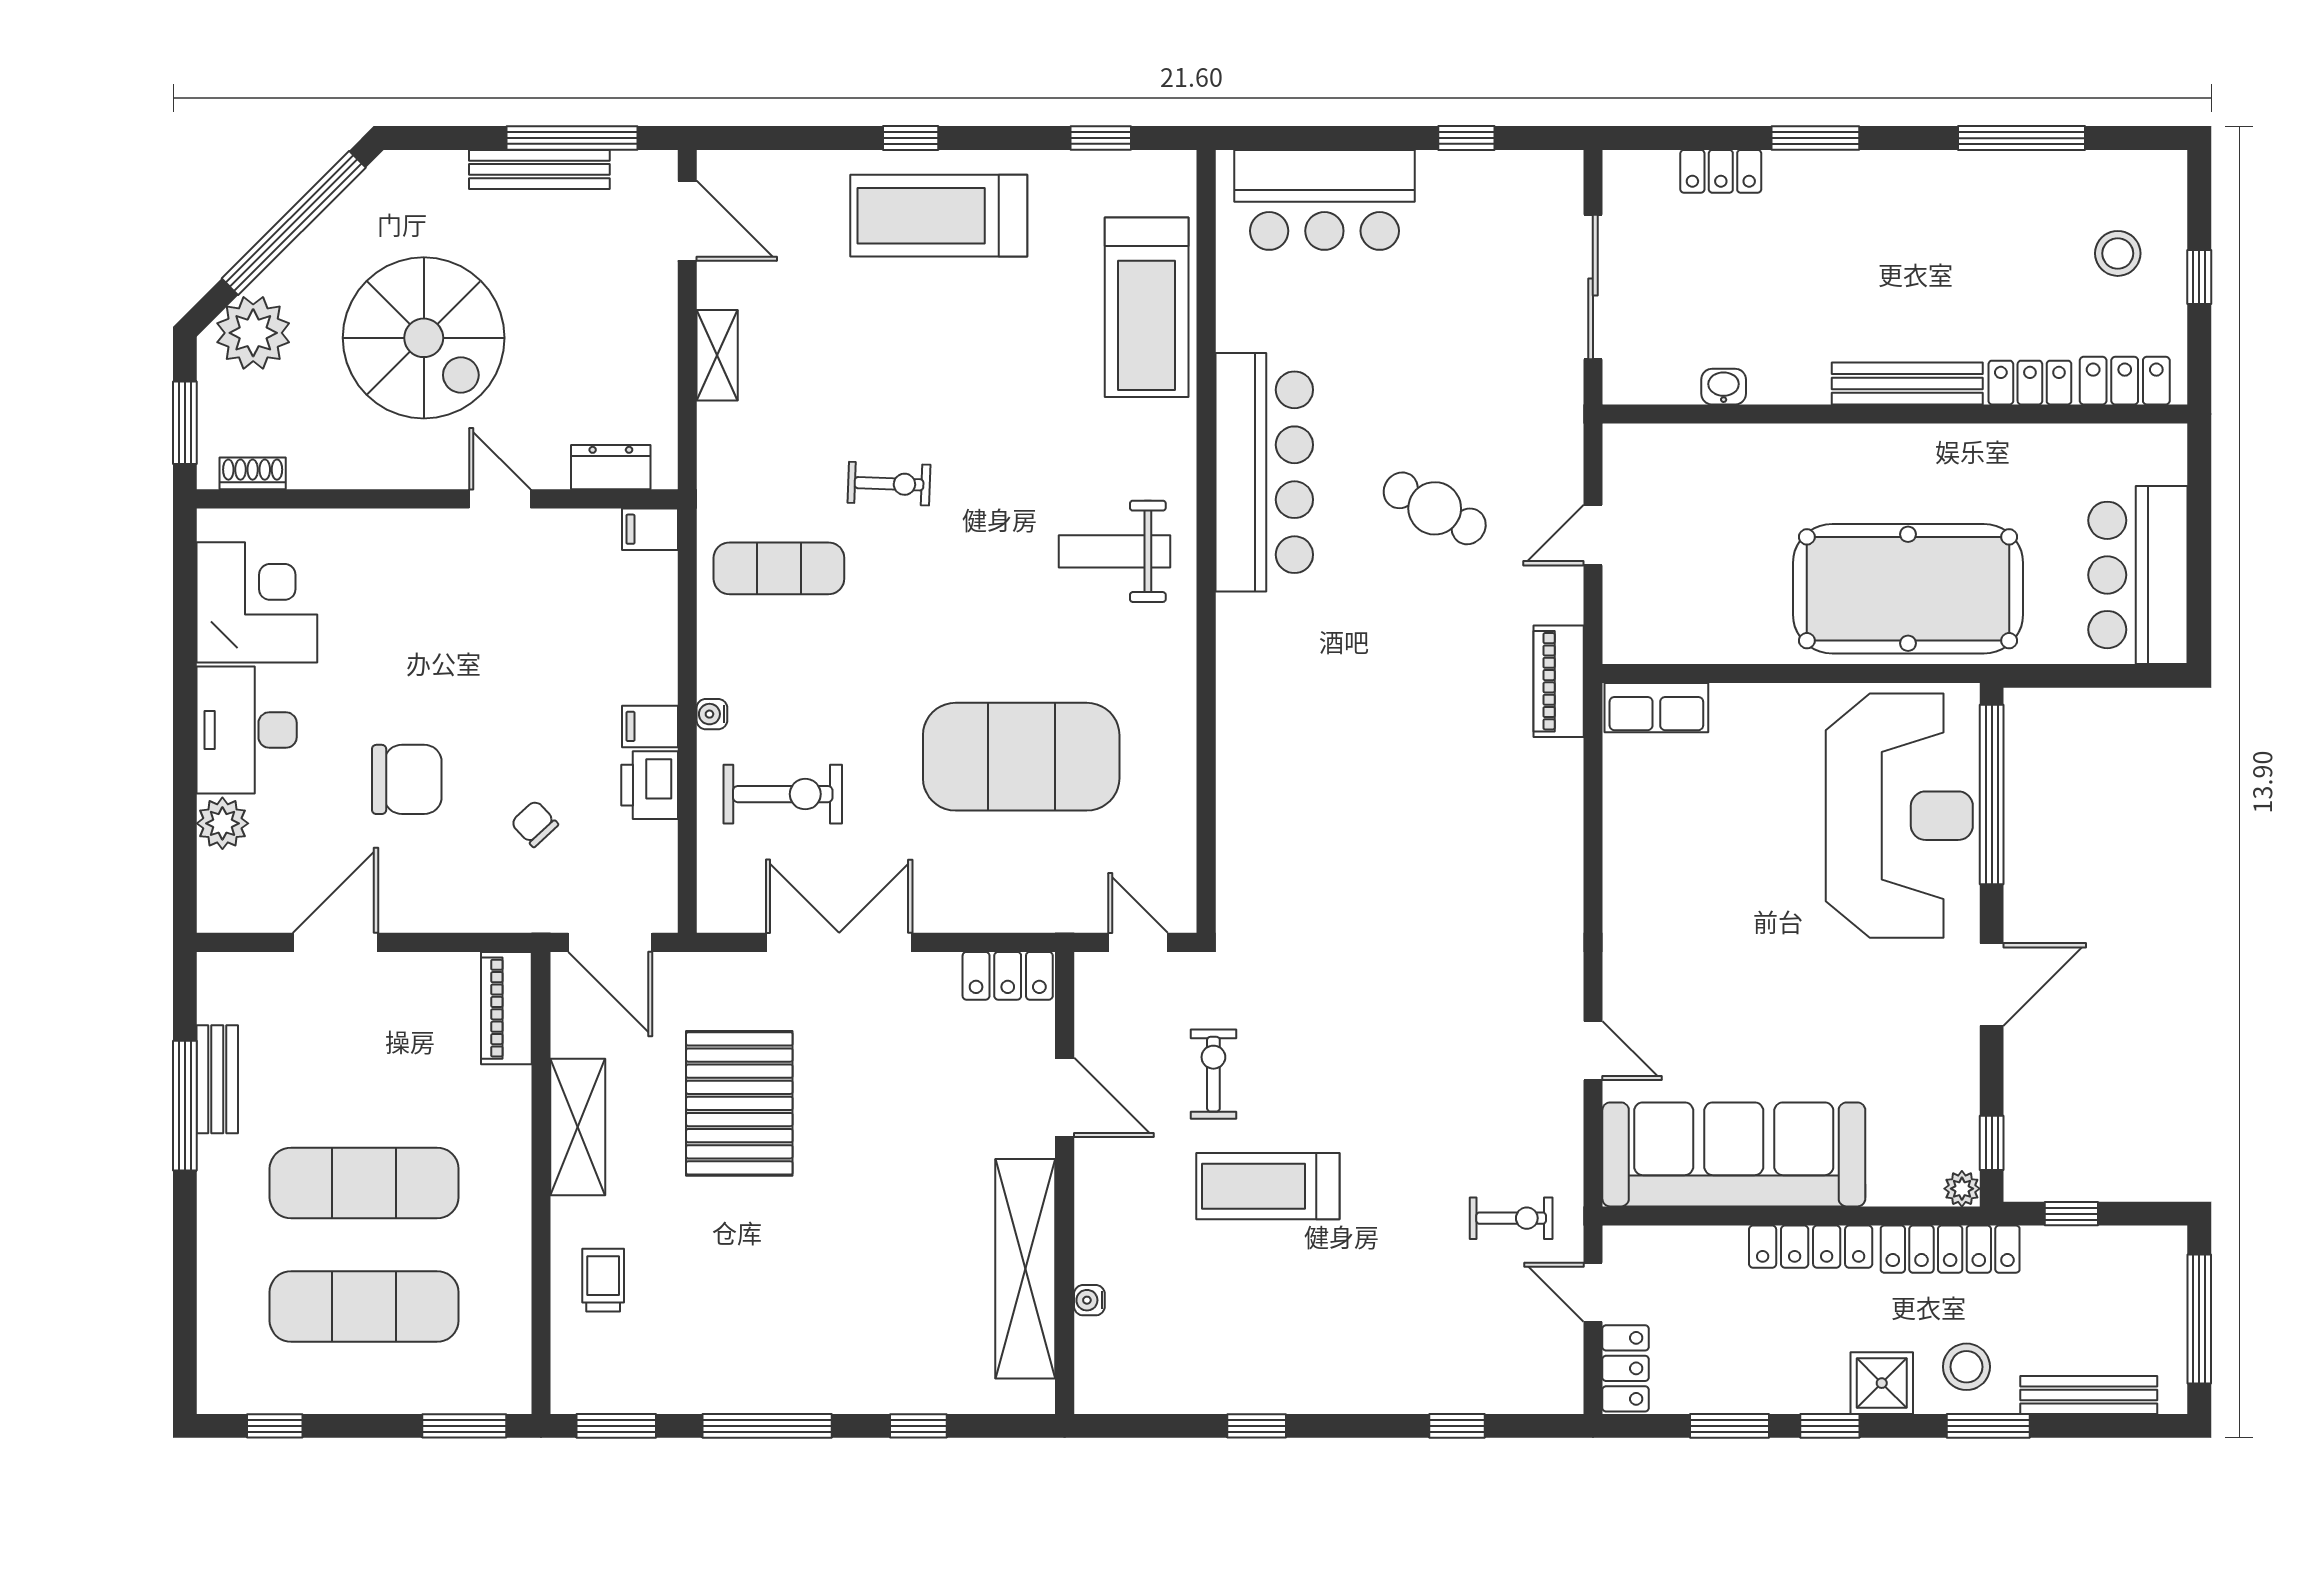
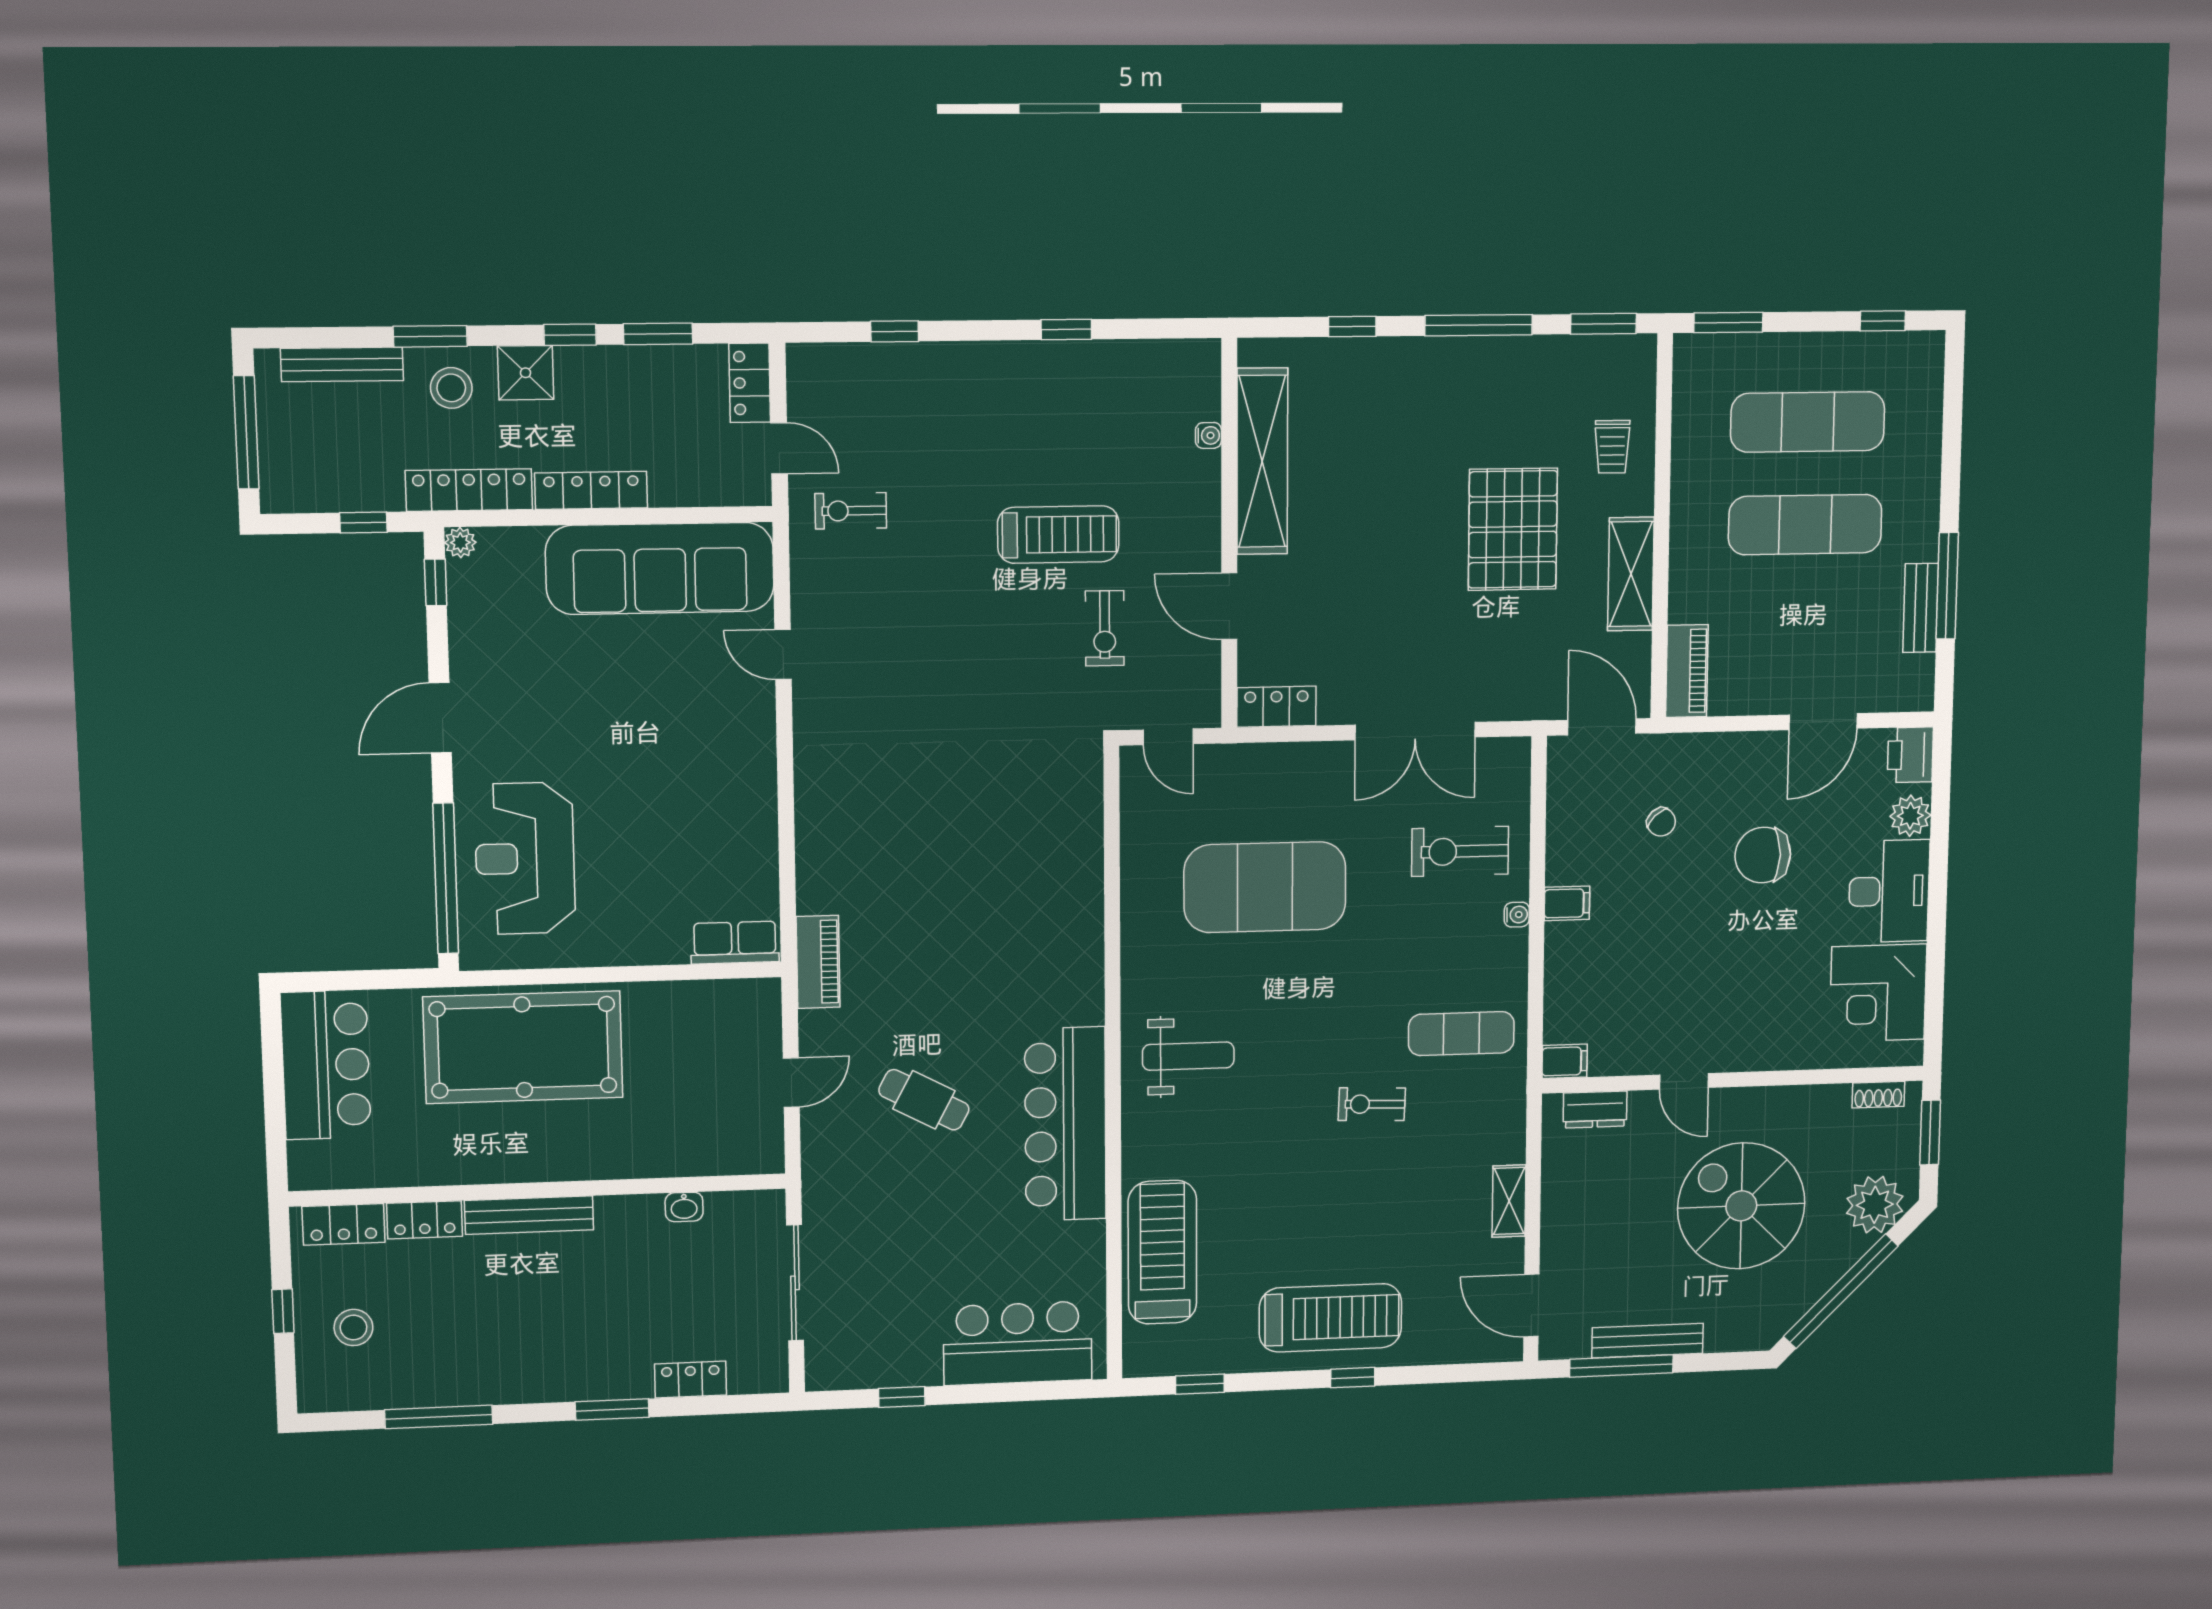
printer: (650, 785) -> (1910, 755), moved, turned 180
reception desk: (1899, 816) -> (525, 858), width x0.74, depth x0.77
pallet: (739, 1103) -> (1513, 529), moved

